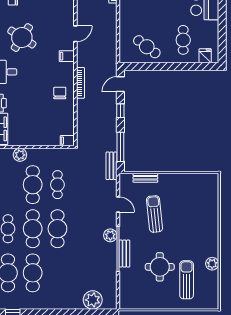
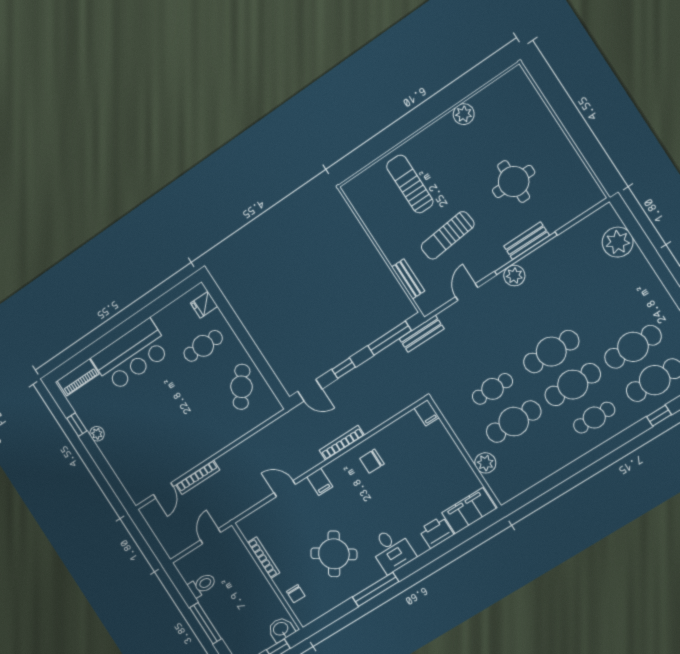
sun lounger: (187, 280) -> (410, 184), moved, turned 90

